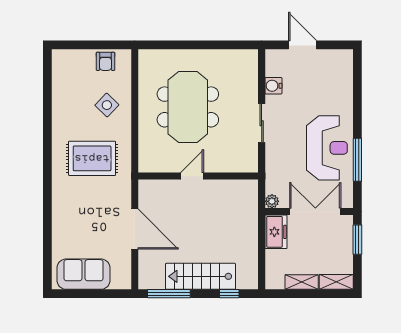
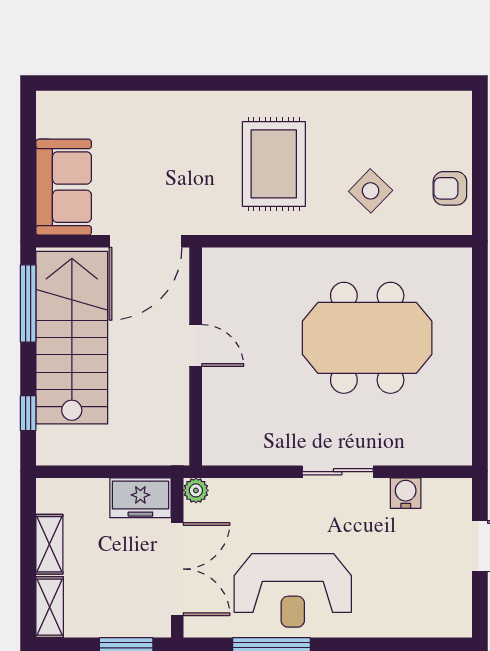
door: (192, 176) -> (196, 346), moved
wall: (198, 176) -> (196, 357), moved
sofa: (83, 274) -> (64, 187), moved
stairs: (200, 276) -> (72, 338), width x1.36, depth x1.51

